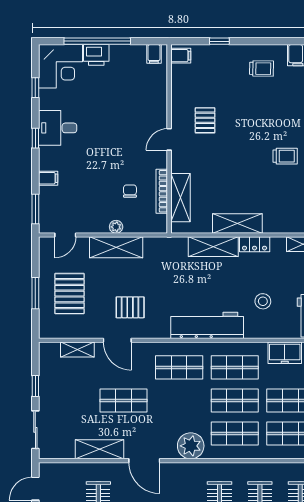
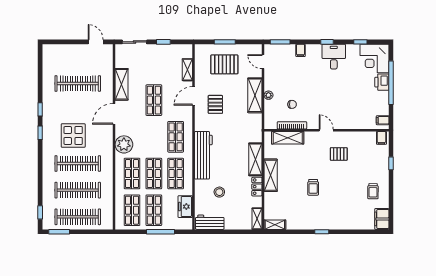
trolley: (285, 156) -> (313, 187), moved

